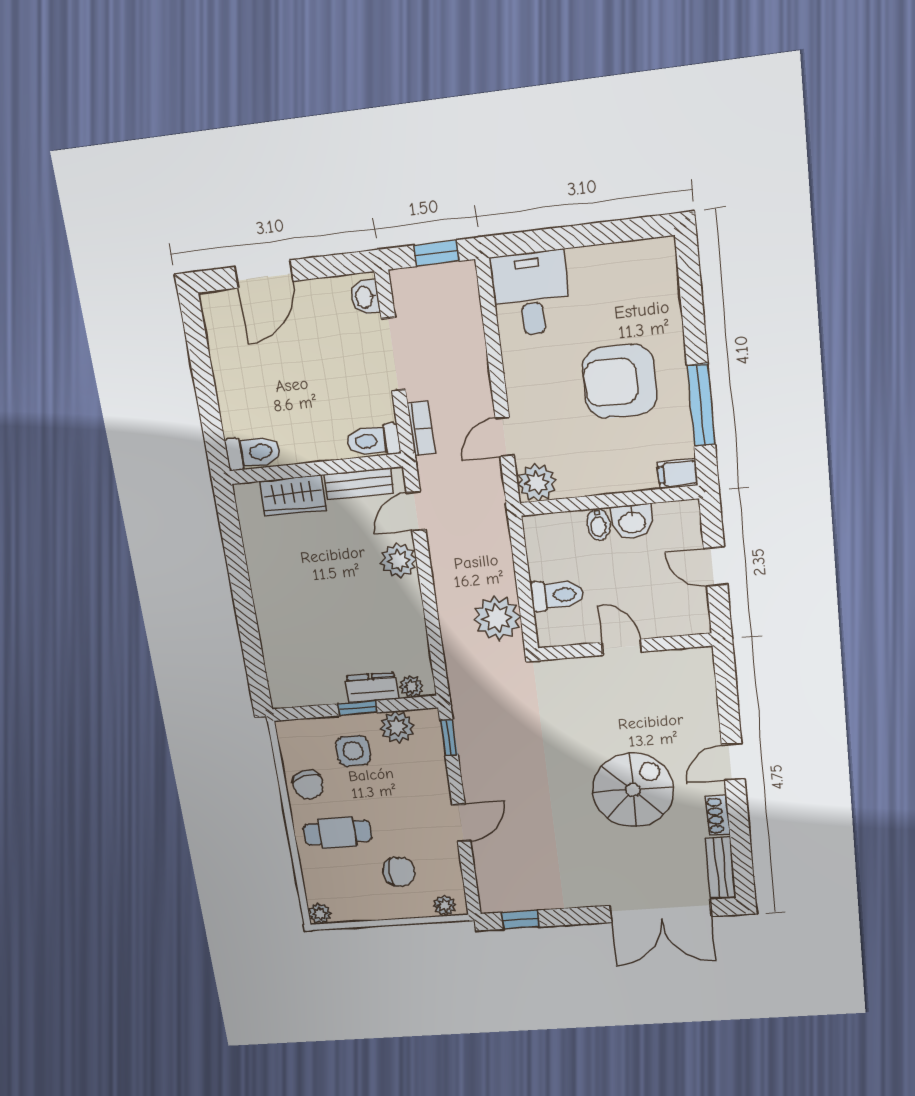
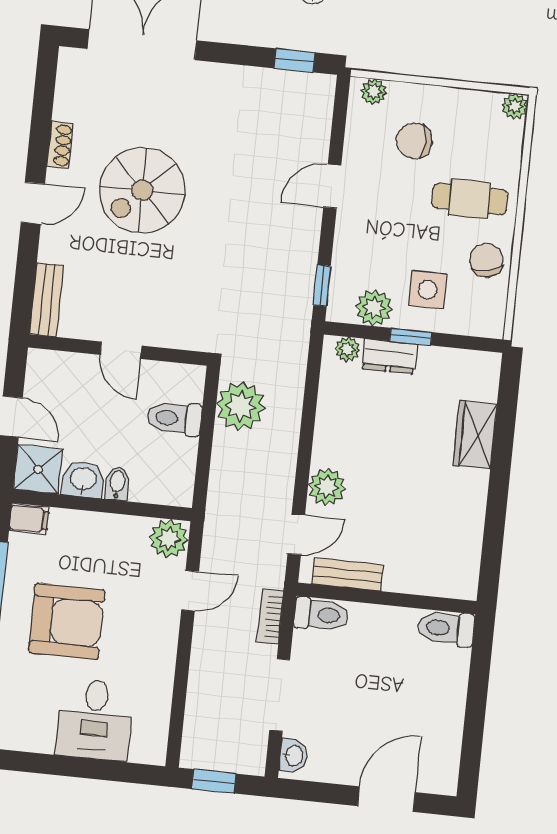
desk: (531, 294) -> (95, 720), moved
wardrobe: (293, 496) -> (475, 435), moved, turned -90
shower: (678, 522) -> (38, 469), added
bench: (720, 868) -> (47, 300), moved

